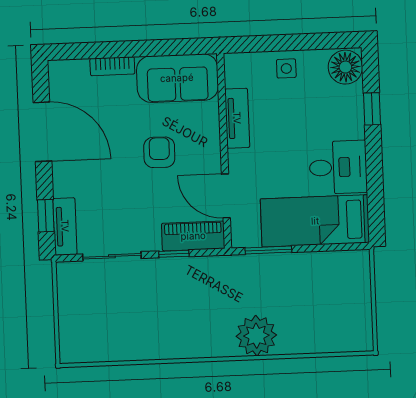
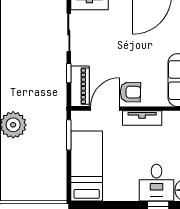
tv unit: (237, 118) -> (142, 118), moved
armchair: (159, 152) -> (130, 92), moved
desk: (338, 167) -> (156, 183), moved

